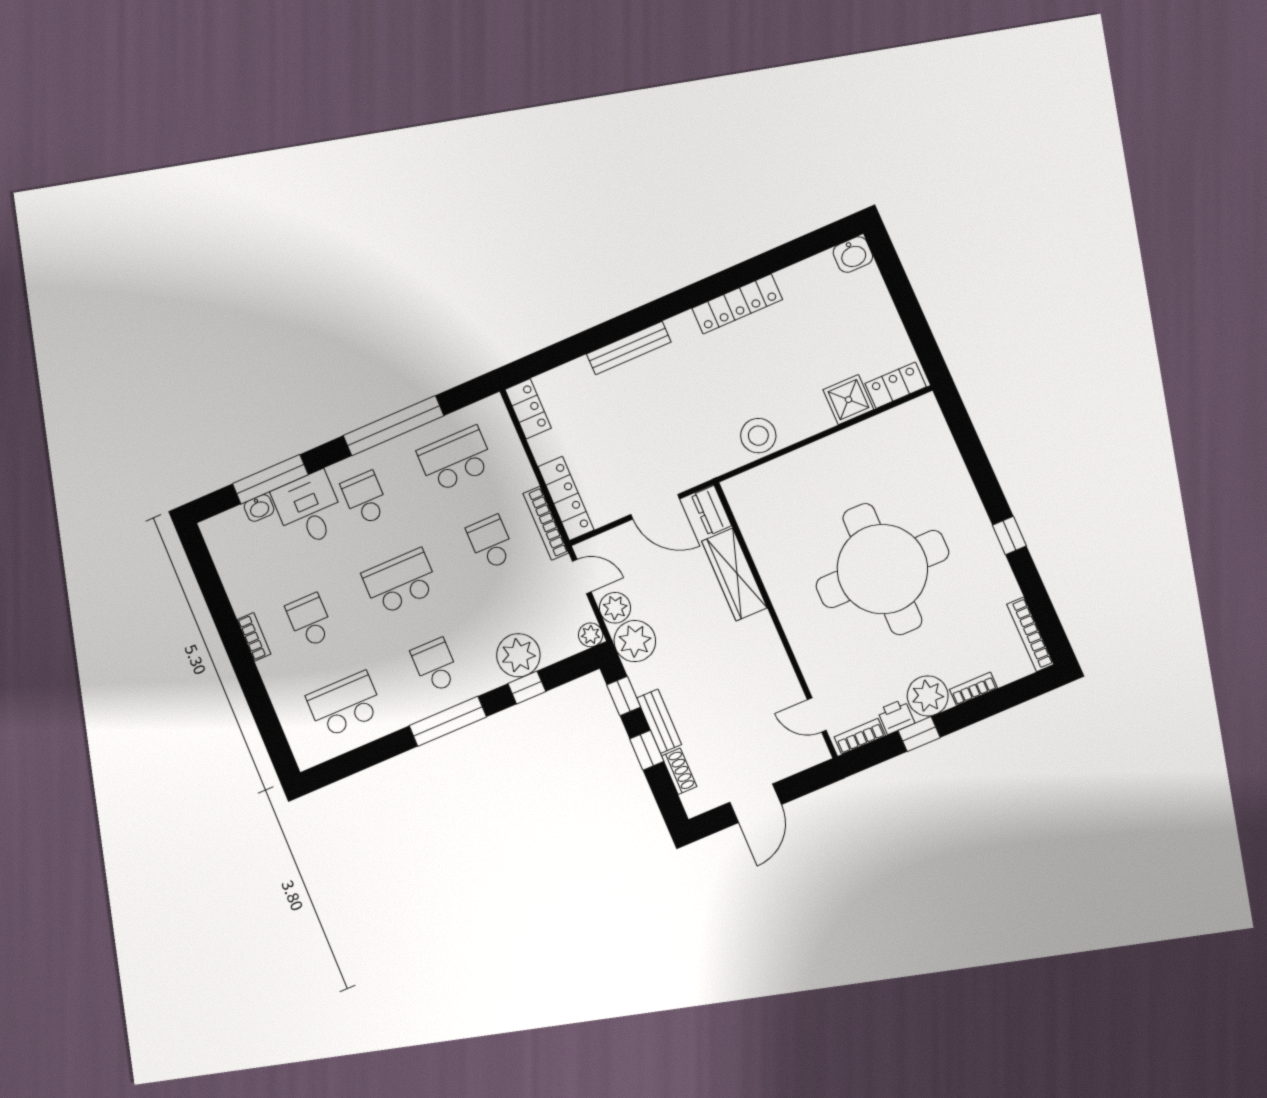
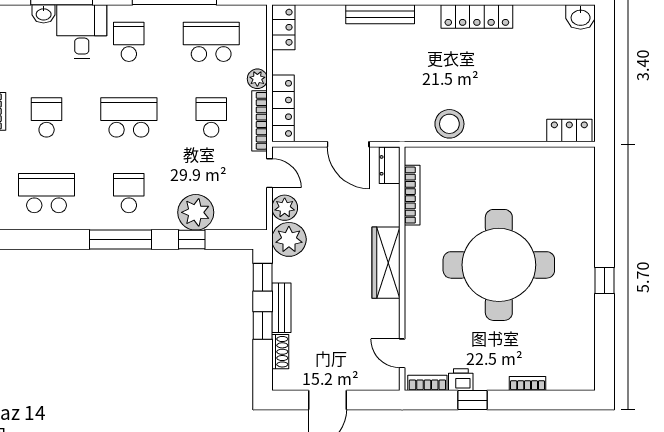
shower: (848, 400) -> (529, 126), removed
wardrobe: (734, 574) -> (386, 263), moved
bookcase: (1030, 634) -> (412, 195), moved, turned 180
plant: (591, 635) -> (257, 79), moved
plant: (928, 696) -> (491, 374), removed

